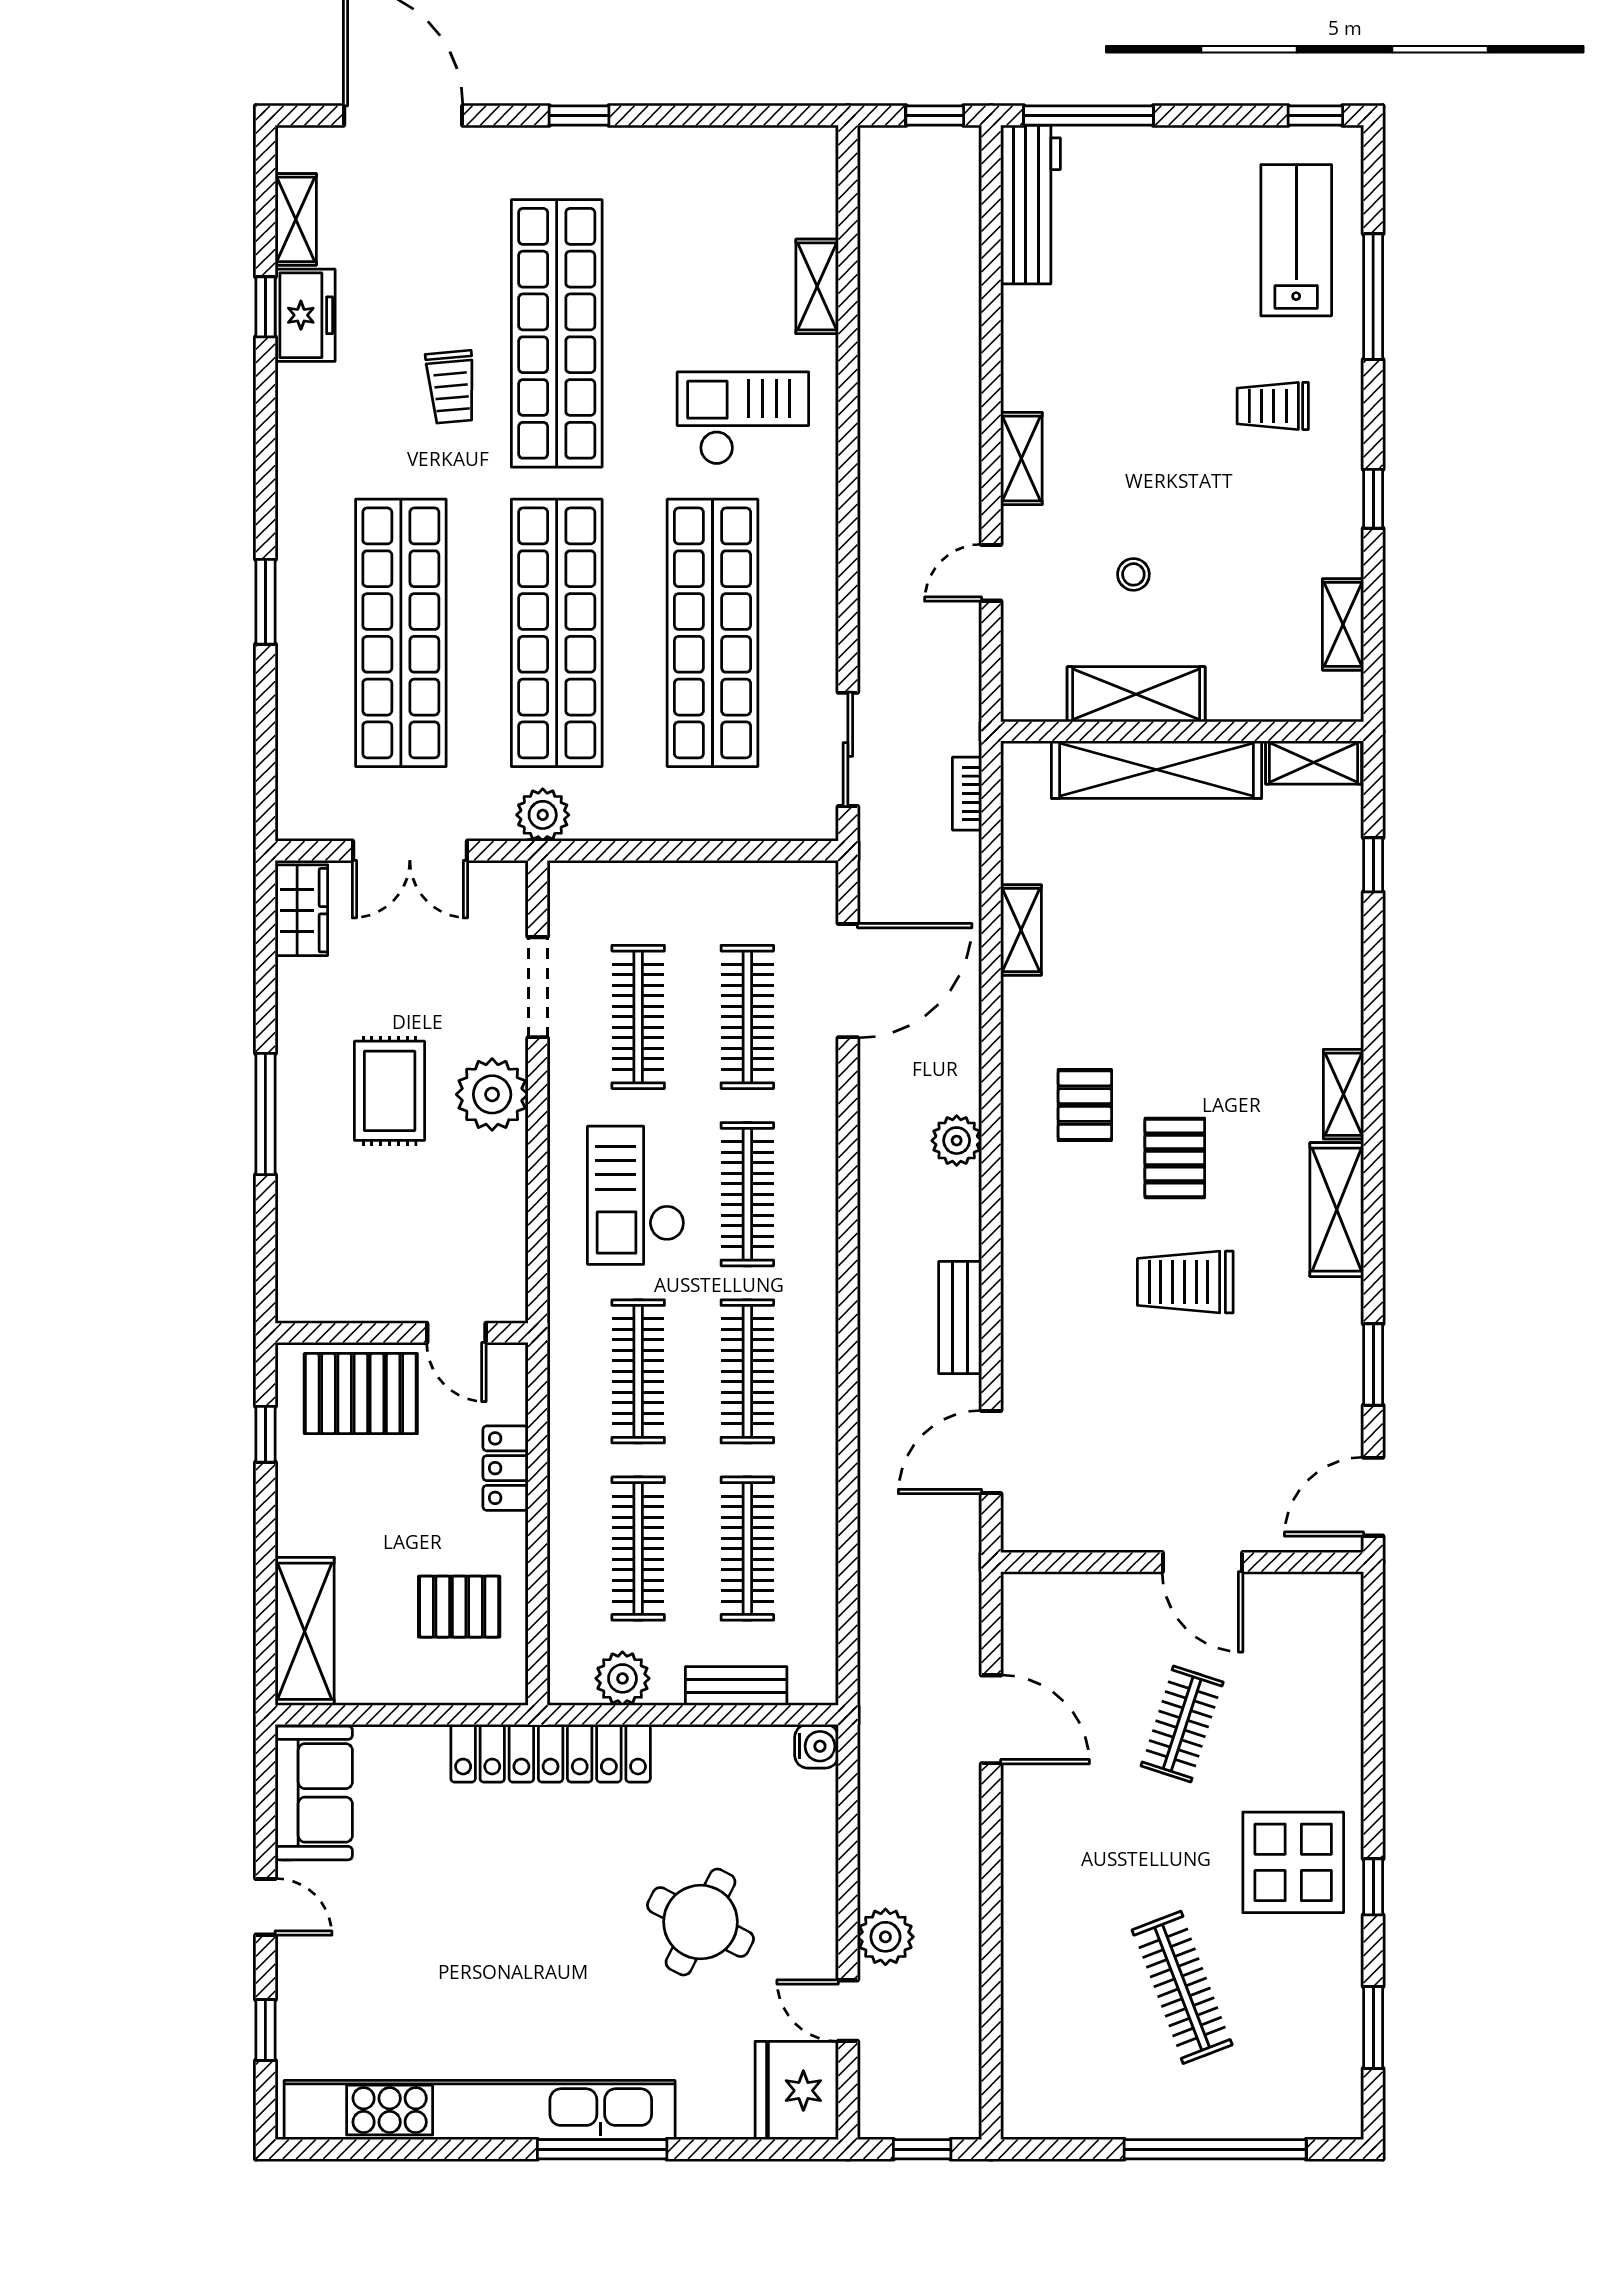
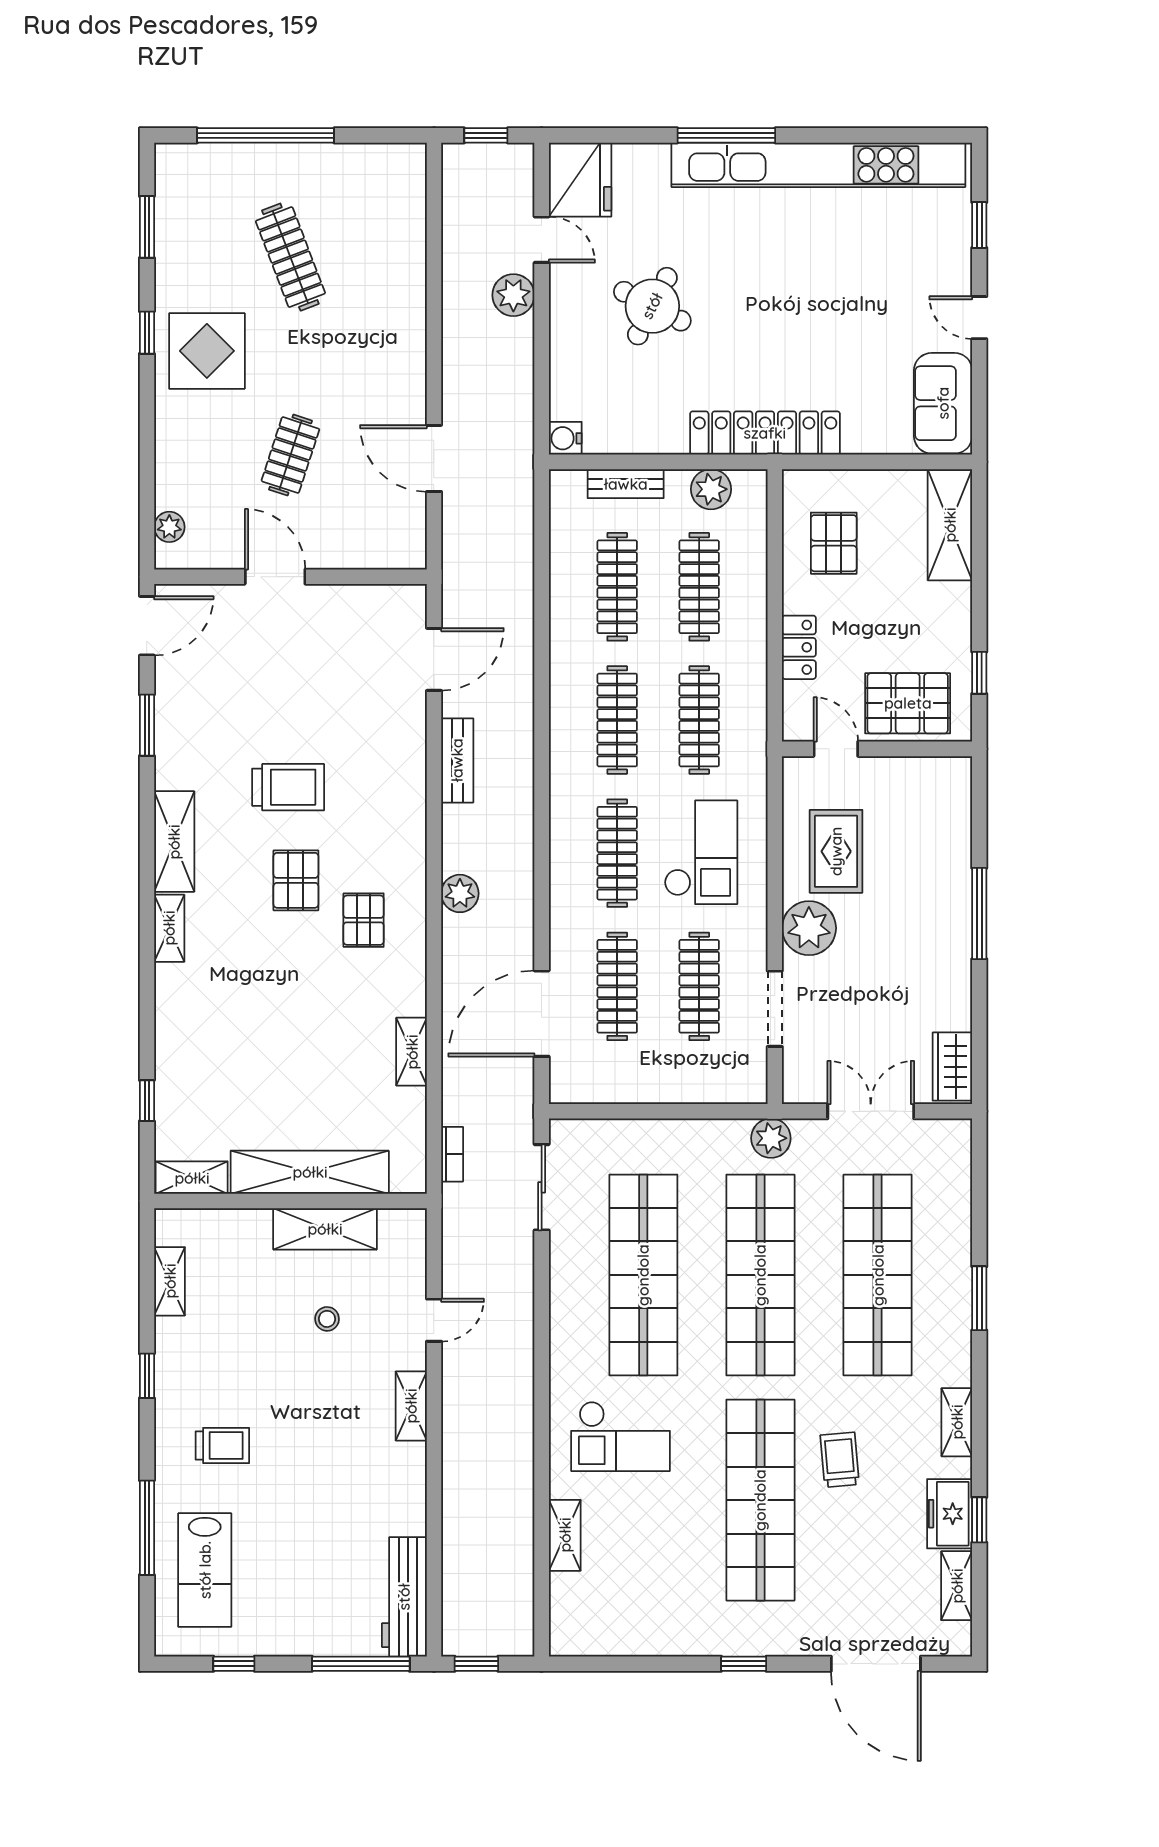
window: (1315, 116) -> (234, 1664), moved
shelving: (295, 437) -> (957, 1422), added
rug: (390, 1091) -> (836, 851), moved
pallet: (459, 1607) -> (834, 543), turned 90
plant: (1343, 1628) -> (169, 527), added

